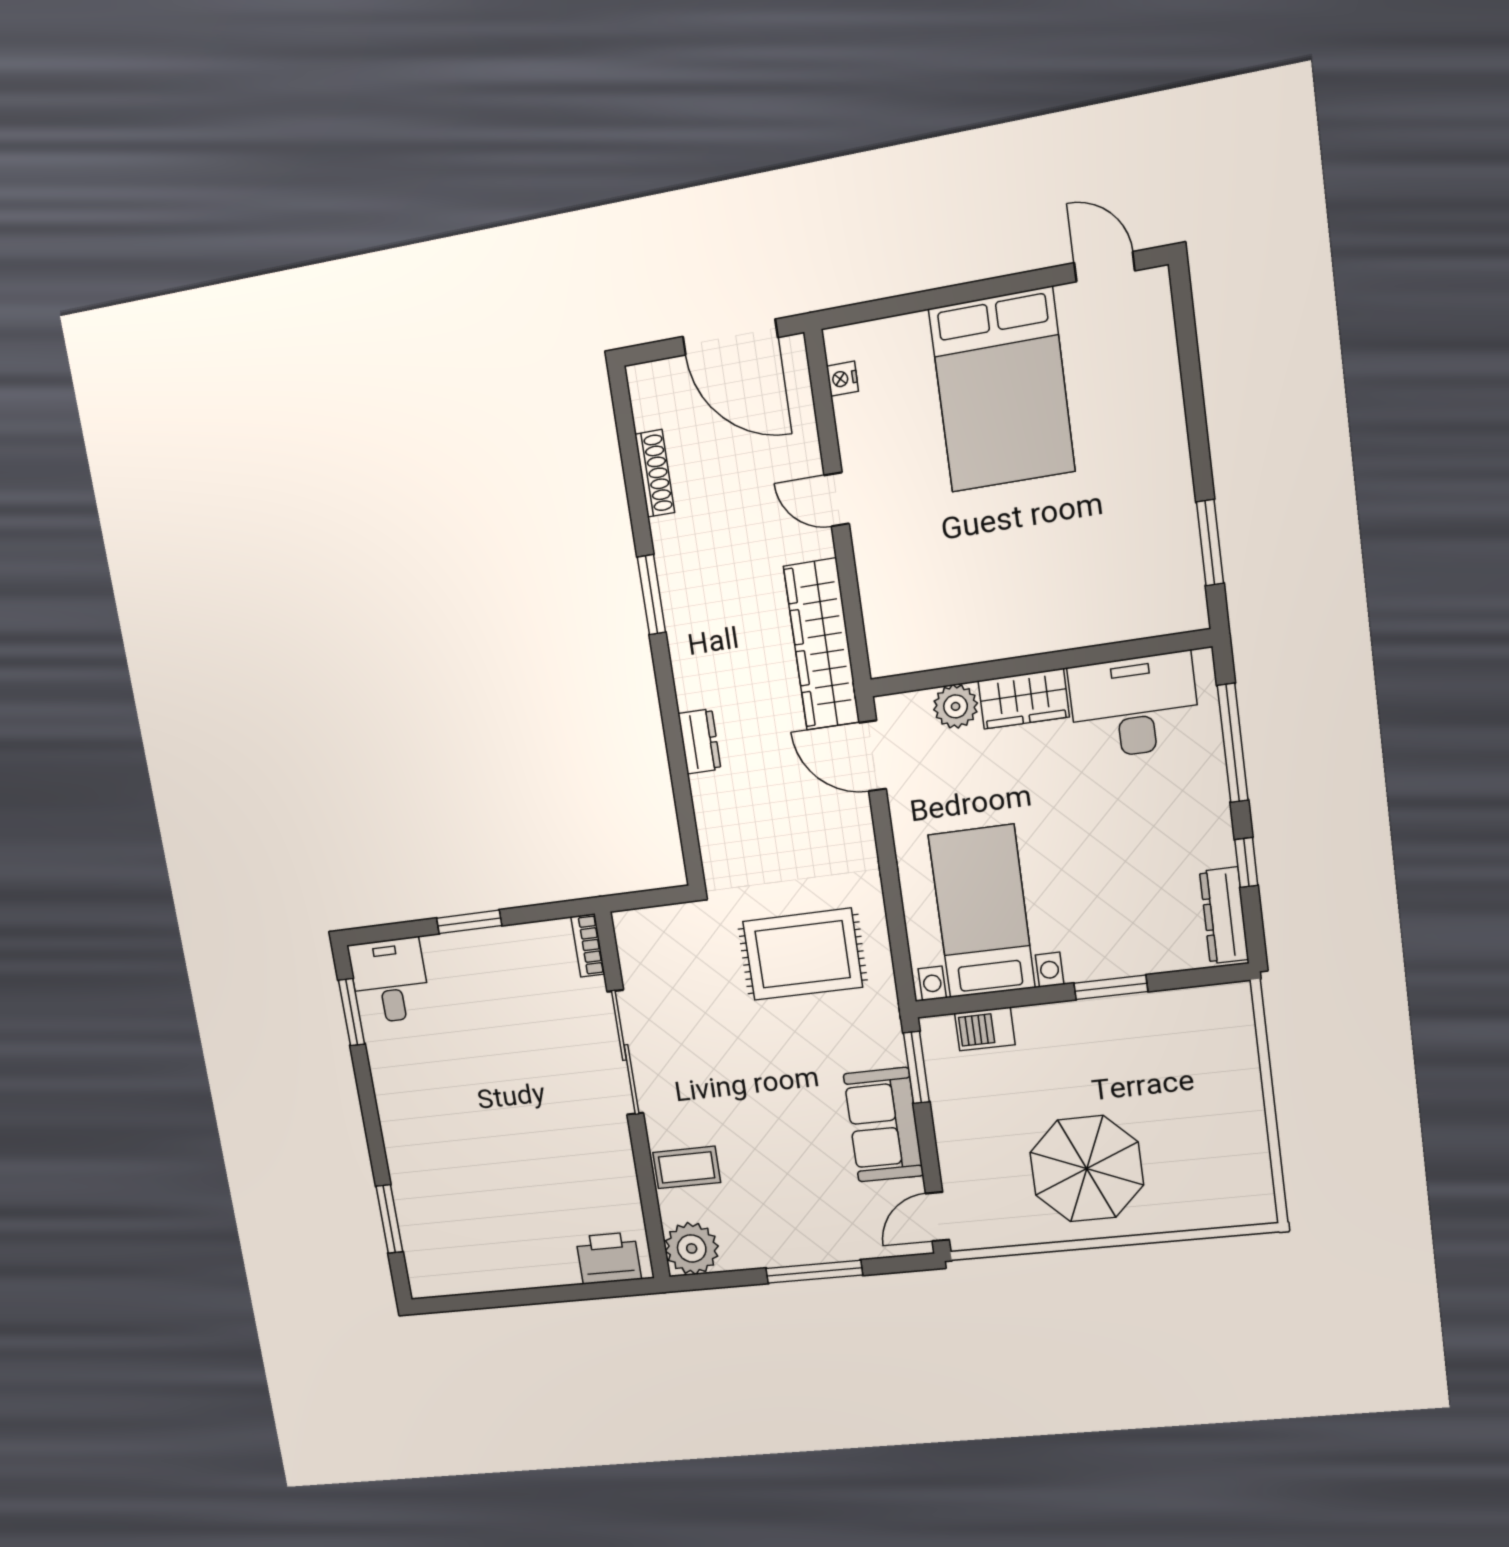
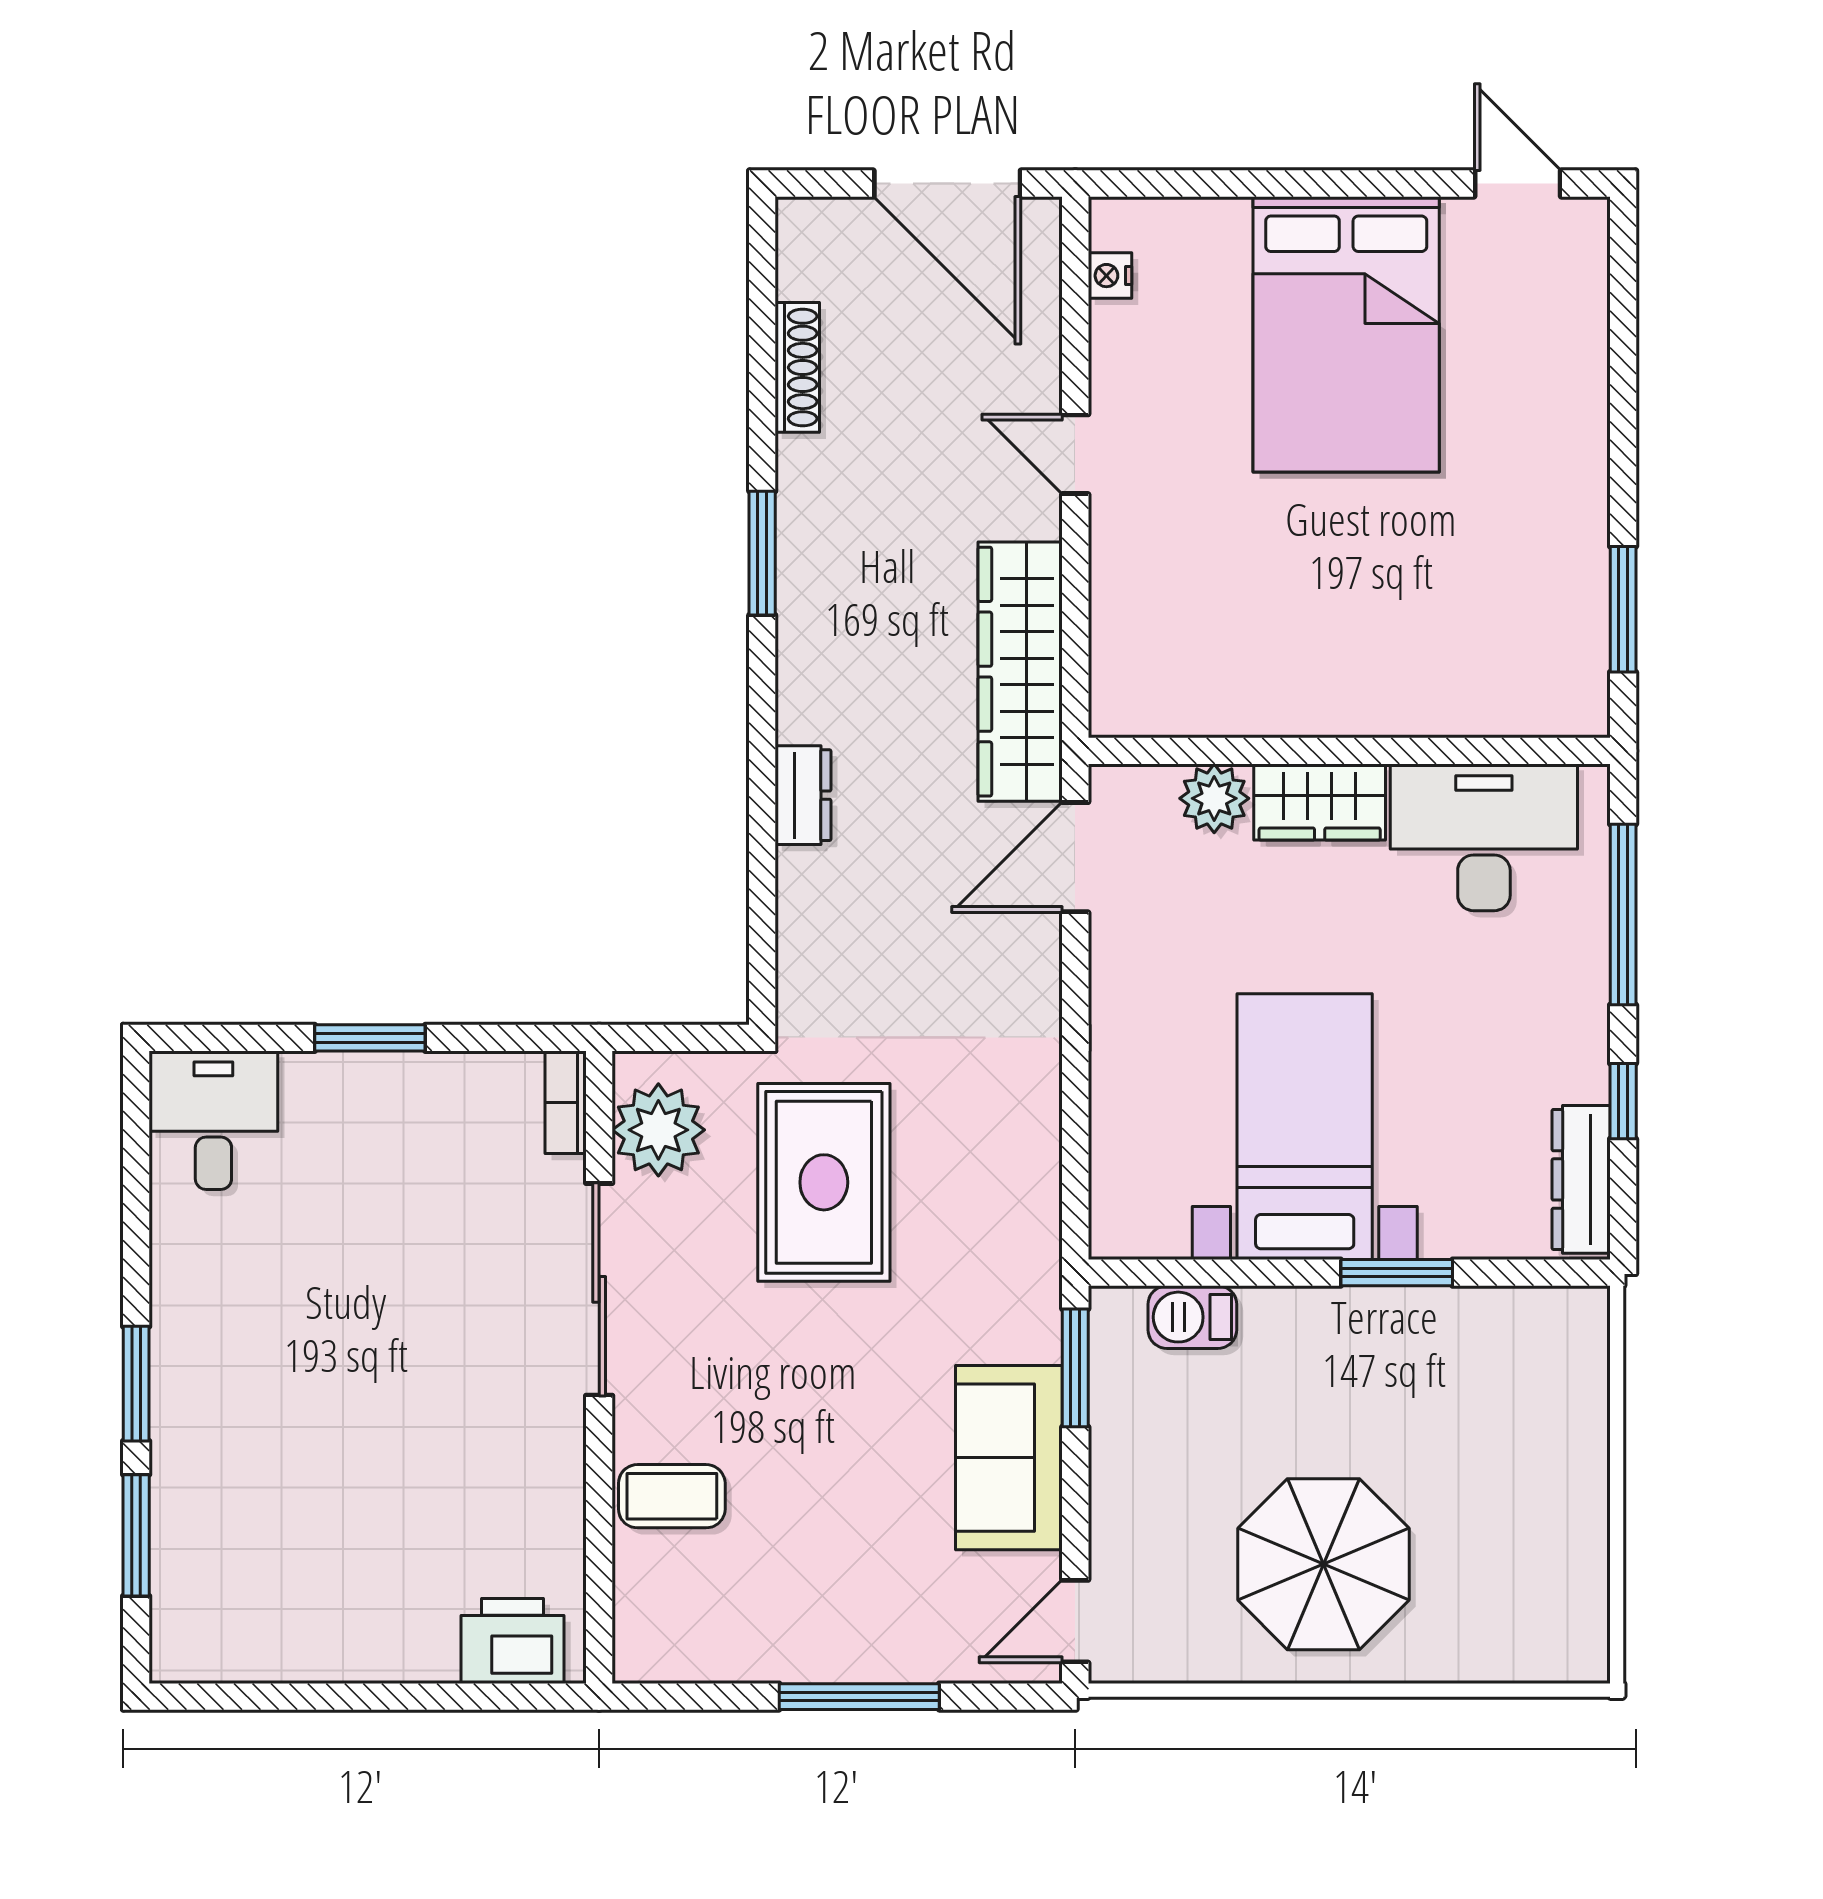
door: (873, 756) -> (1075, 857), hinge flipped
bed with nightstands: (982, 911) -> (1305, 1127), moved
rug: (803, 954) -> (824, 1182), moved, turned 90
window: (352, 1012) -> (136, 1384), moved
plant: (692, 1248) -> (658, 1130), moved

